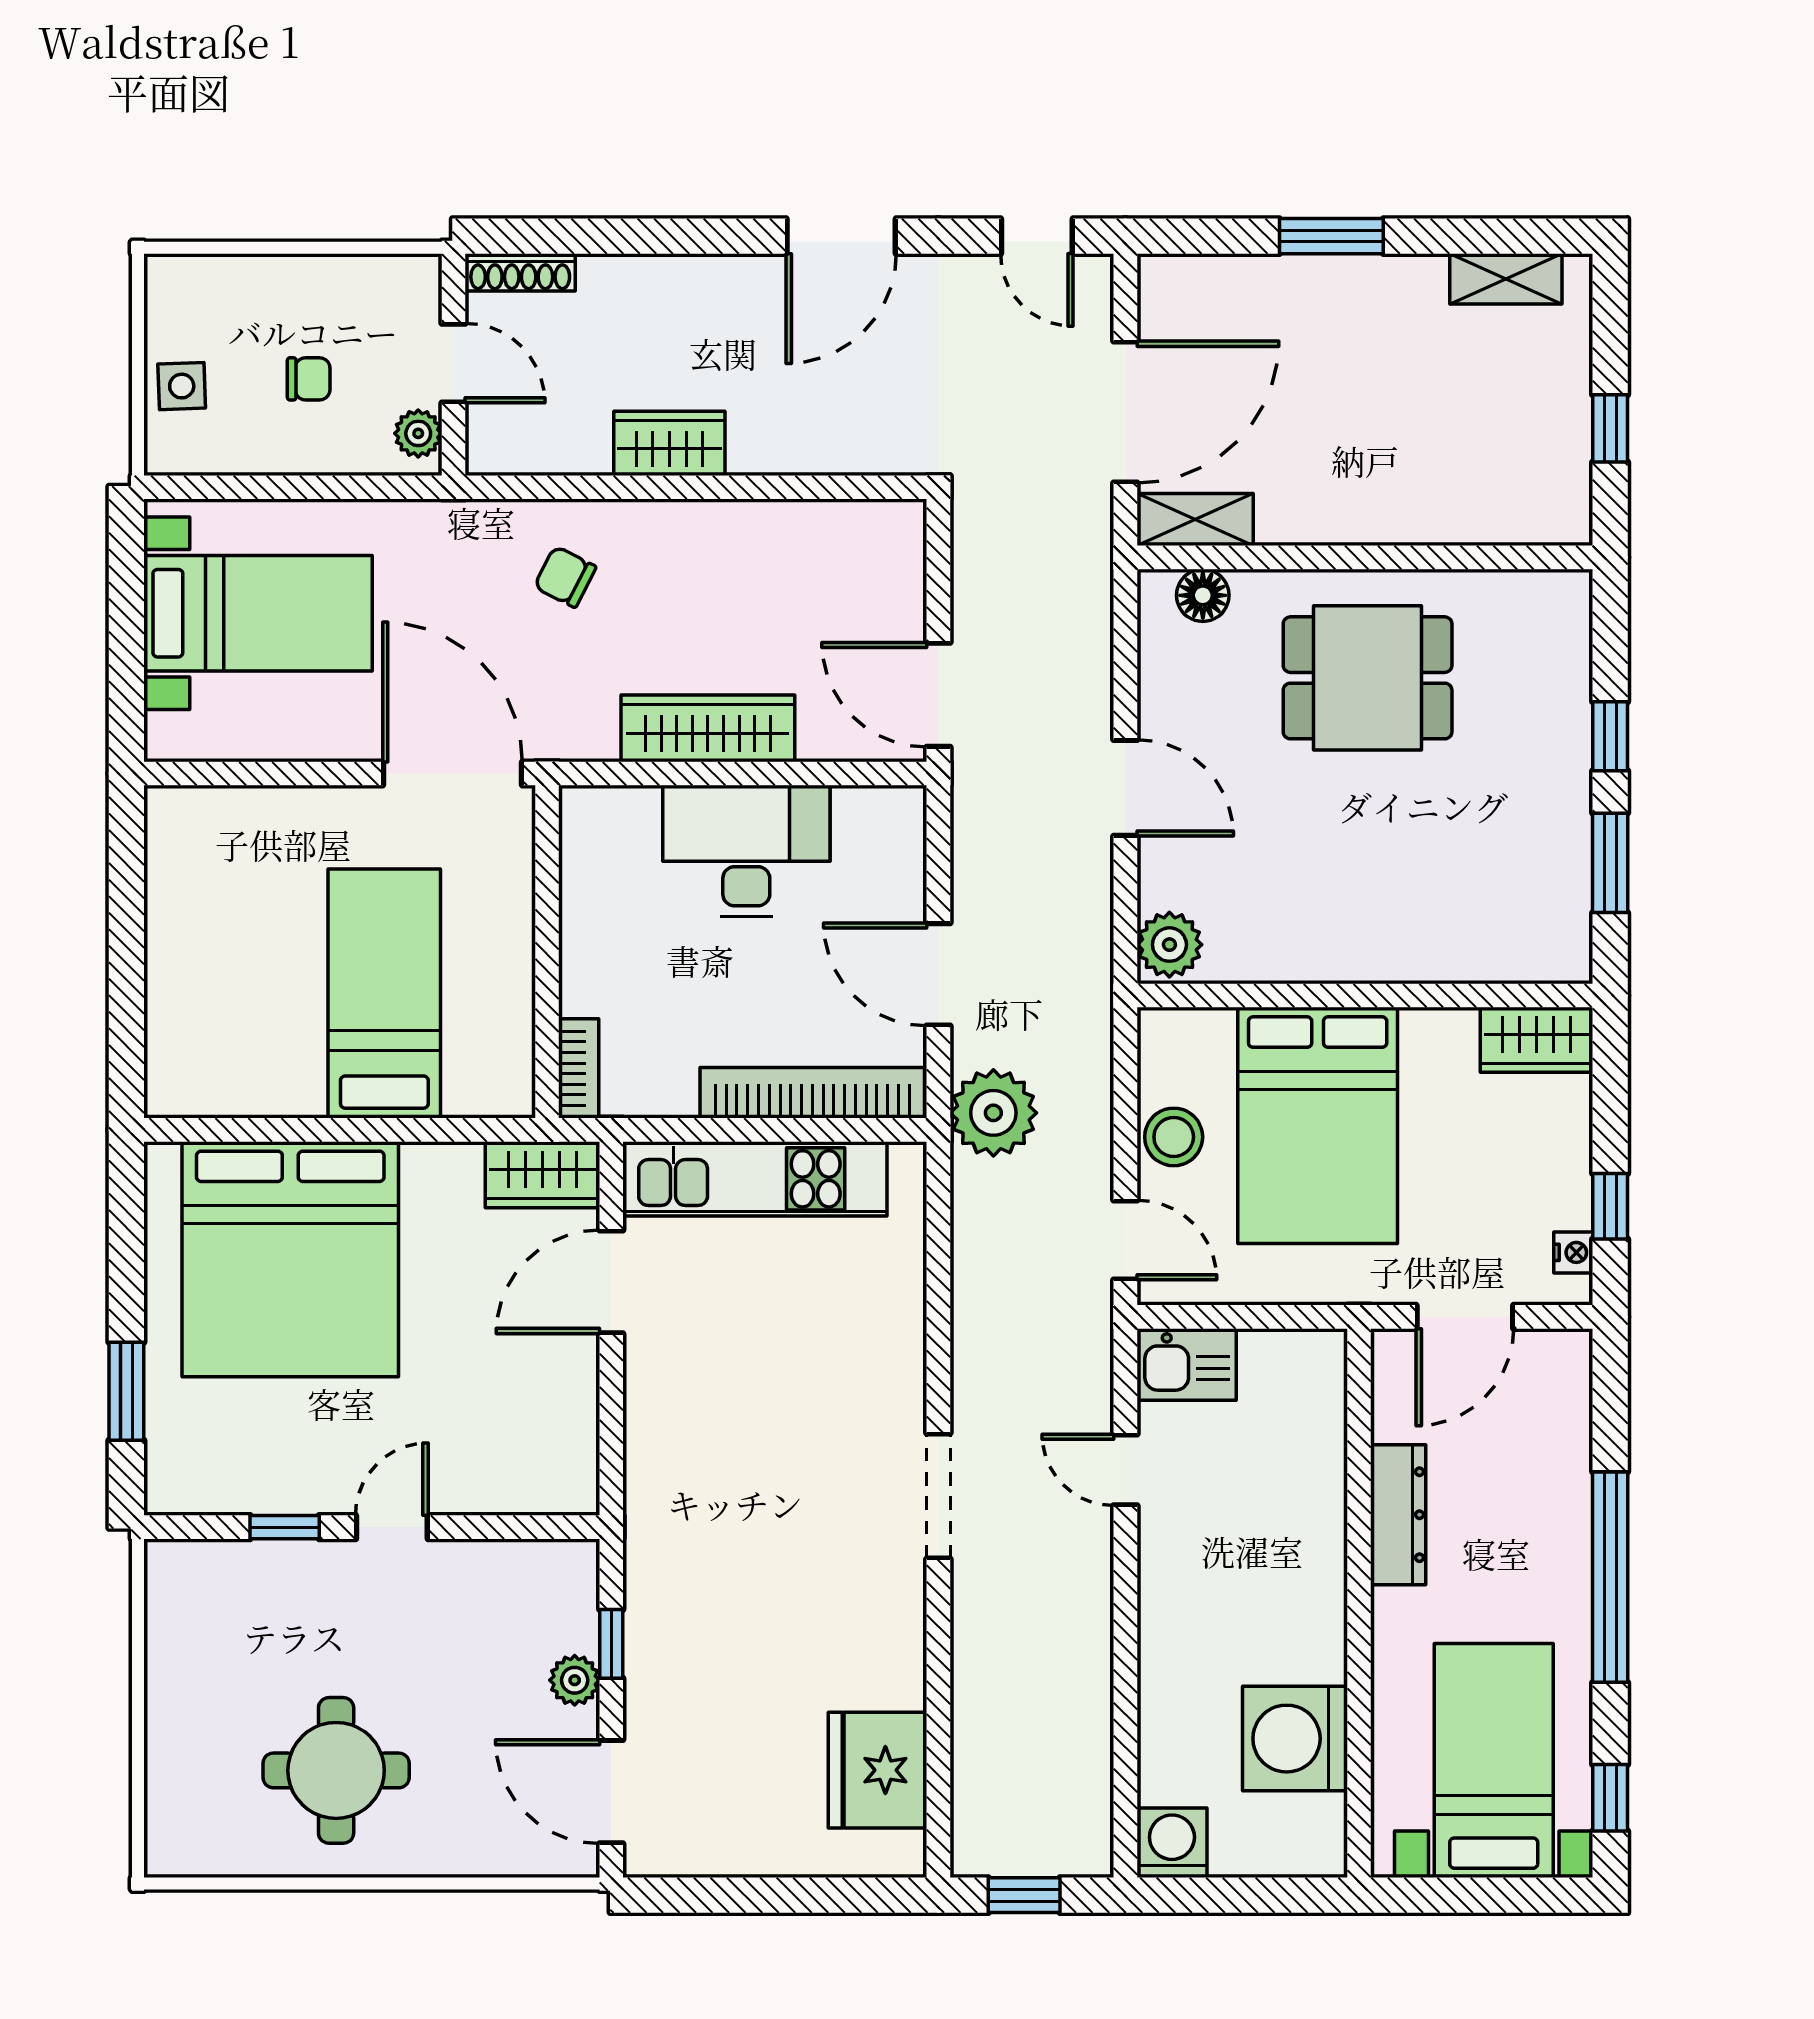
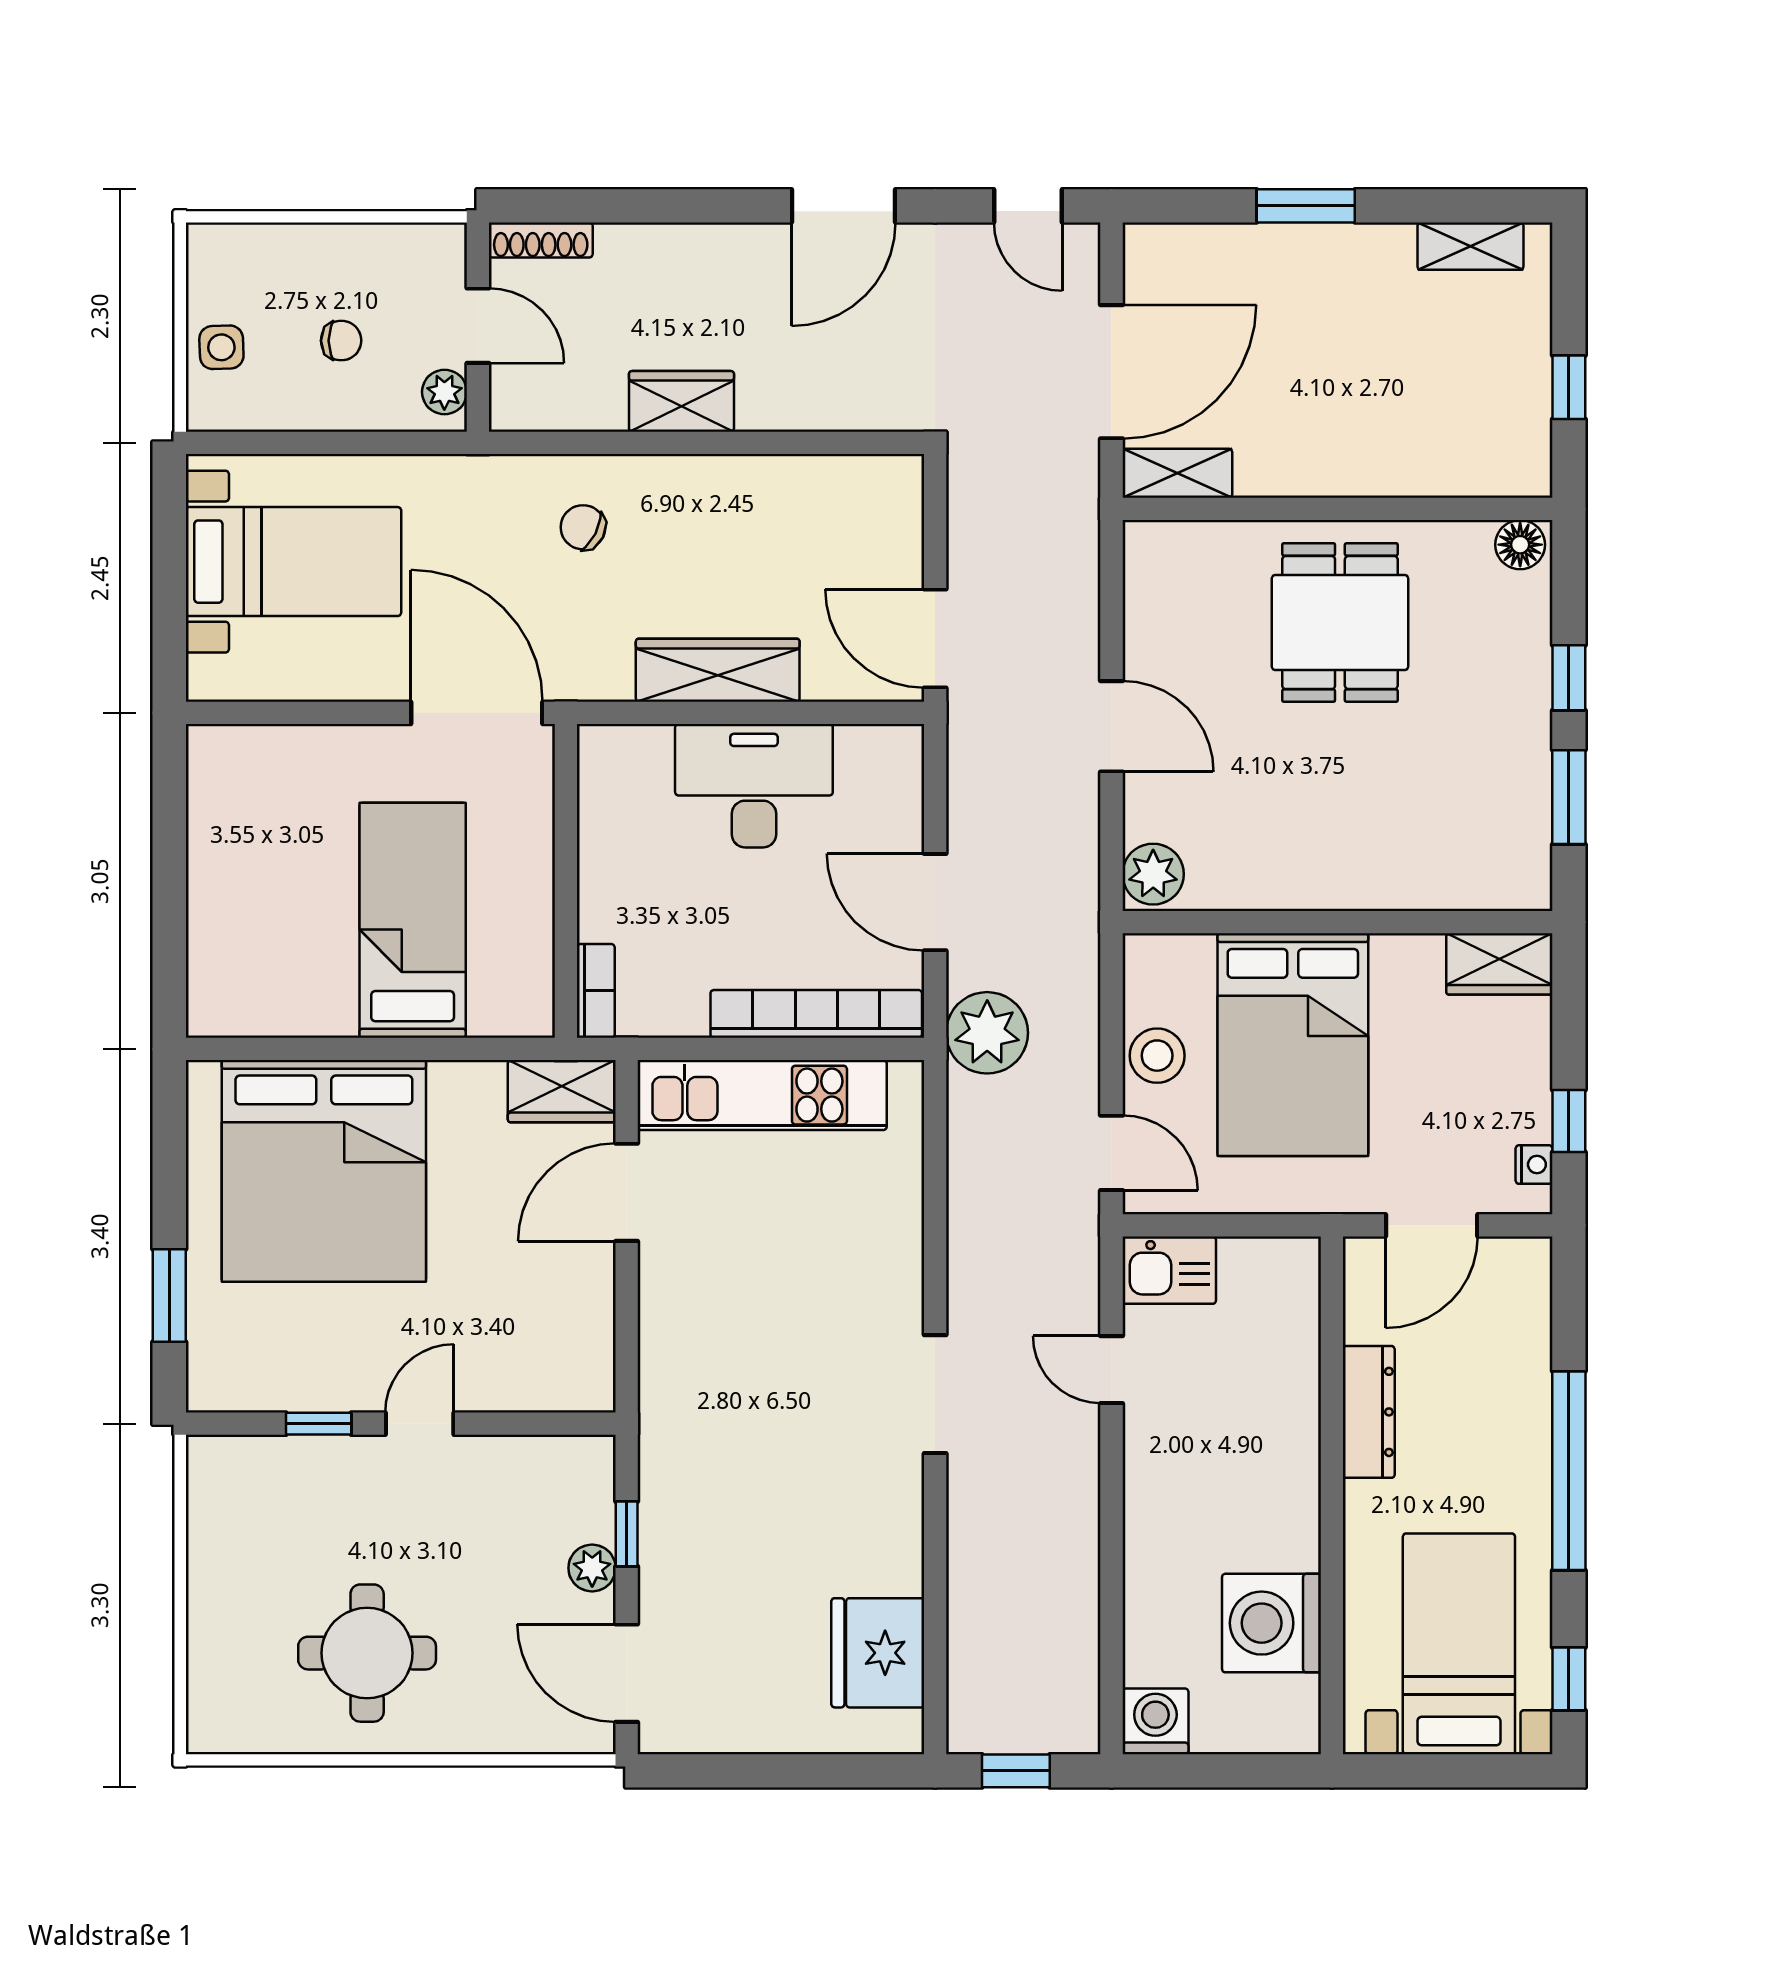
floor lamp: (1203, 595) -> (1520, 545), moved
dining table: (1368, 678) -> (1340, 623), turned 90

